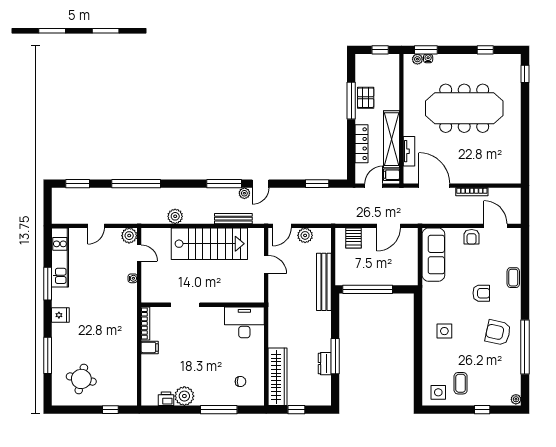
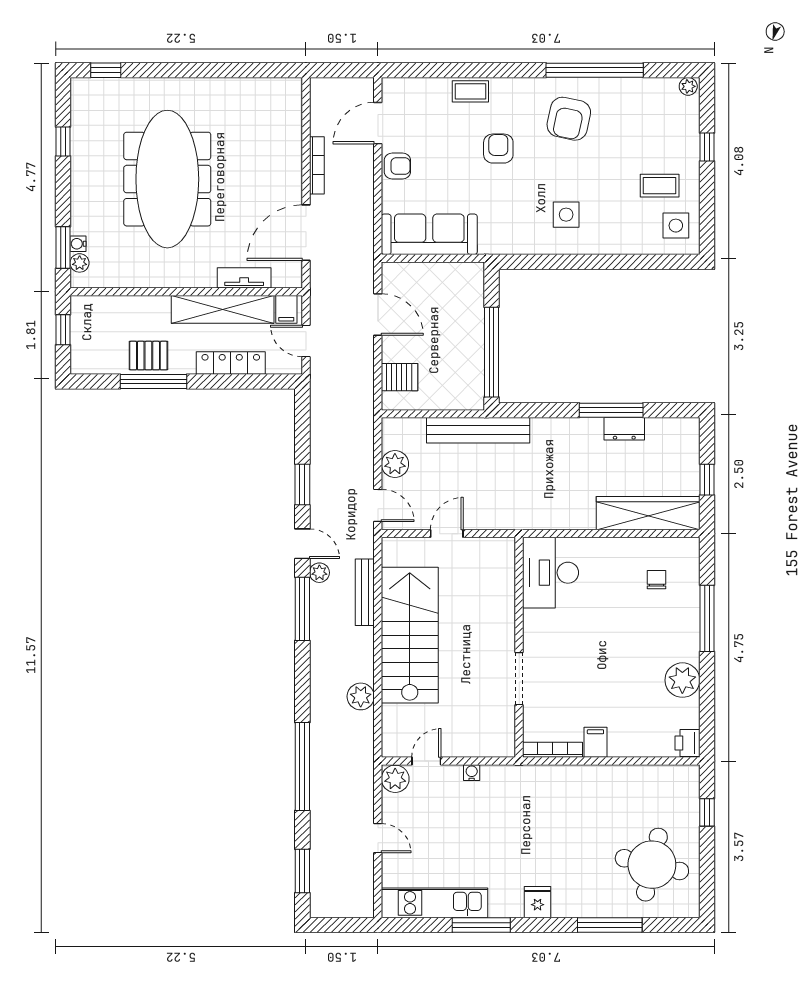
window: (317, 184) -> (302, 485), moved
round table: (81, 379) -> (652, 865), width x1.36, depth x1.36
printer: (166, 399) -> (687, 743), moved

